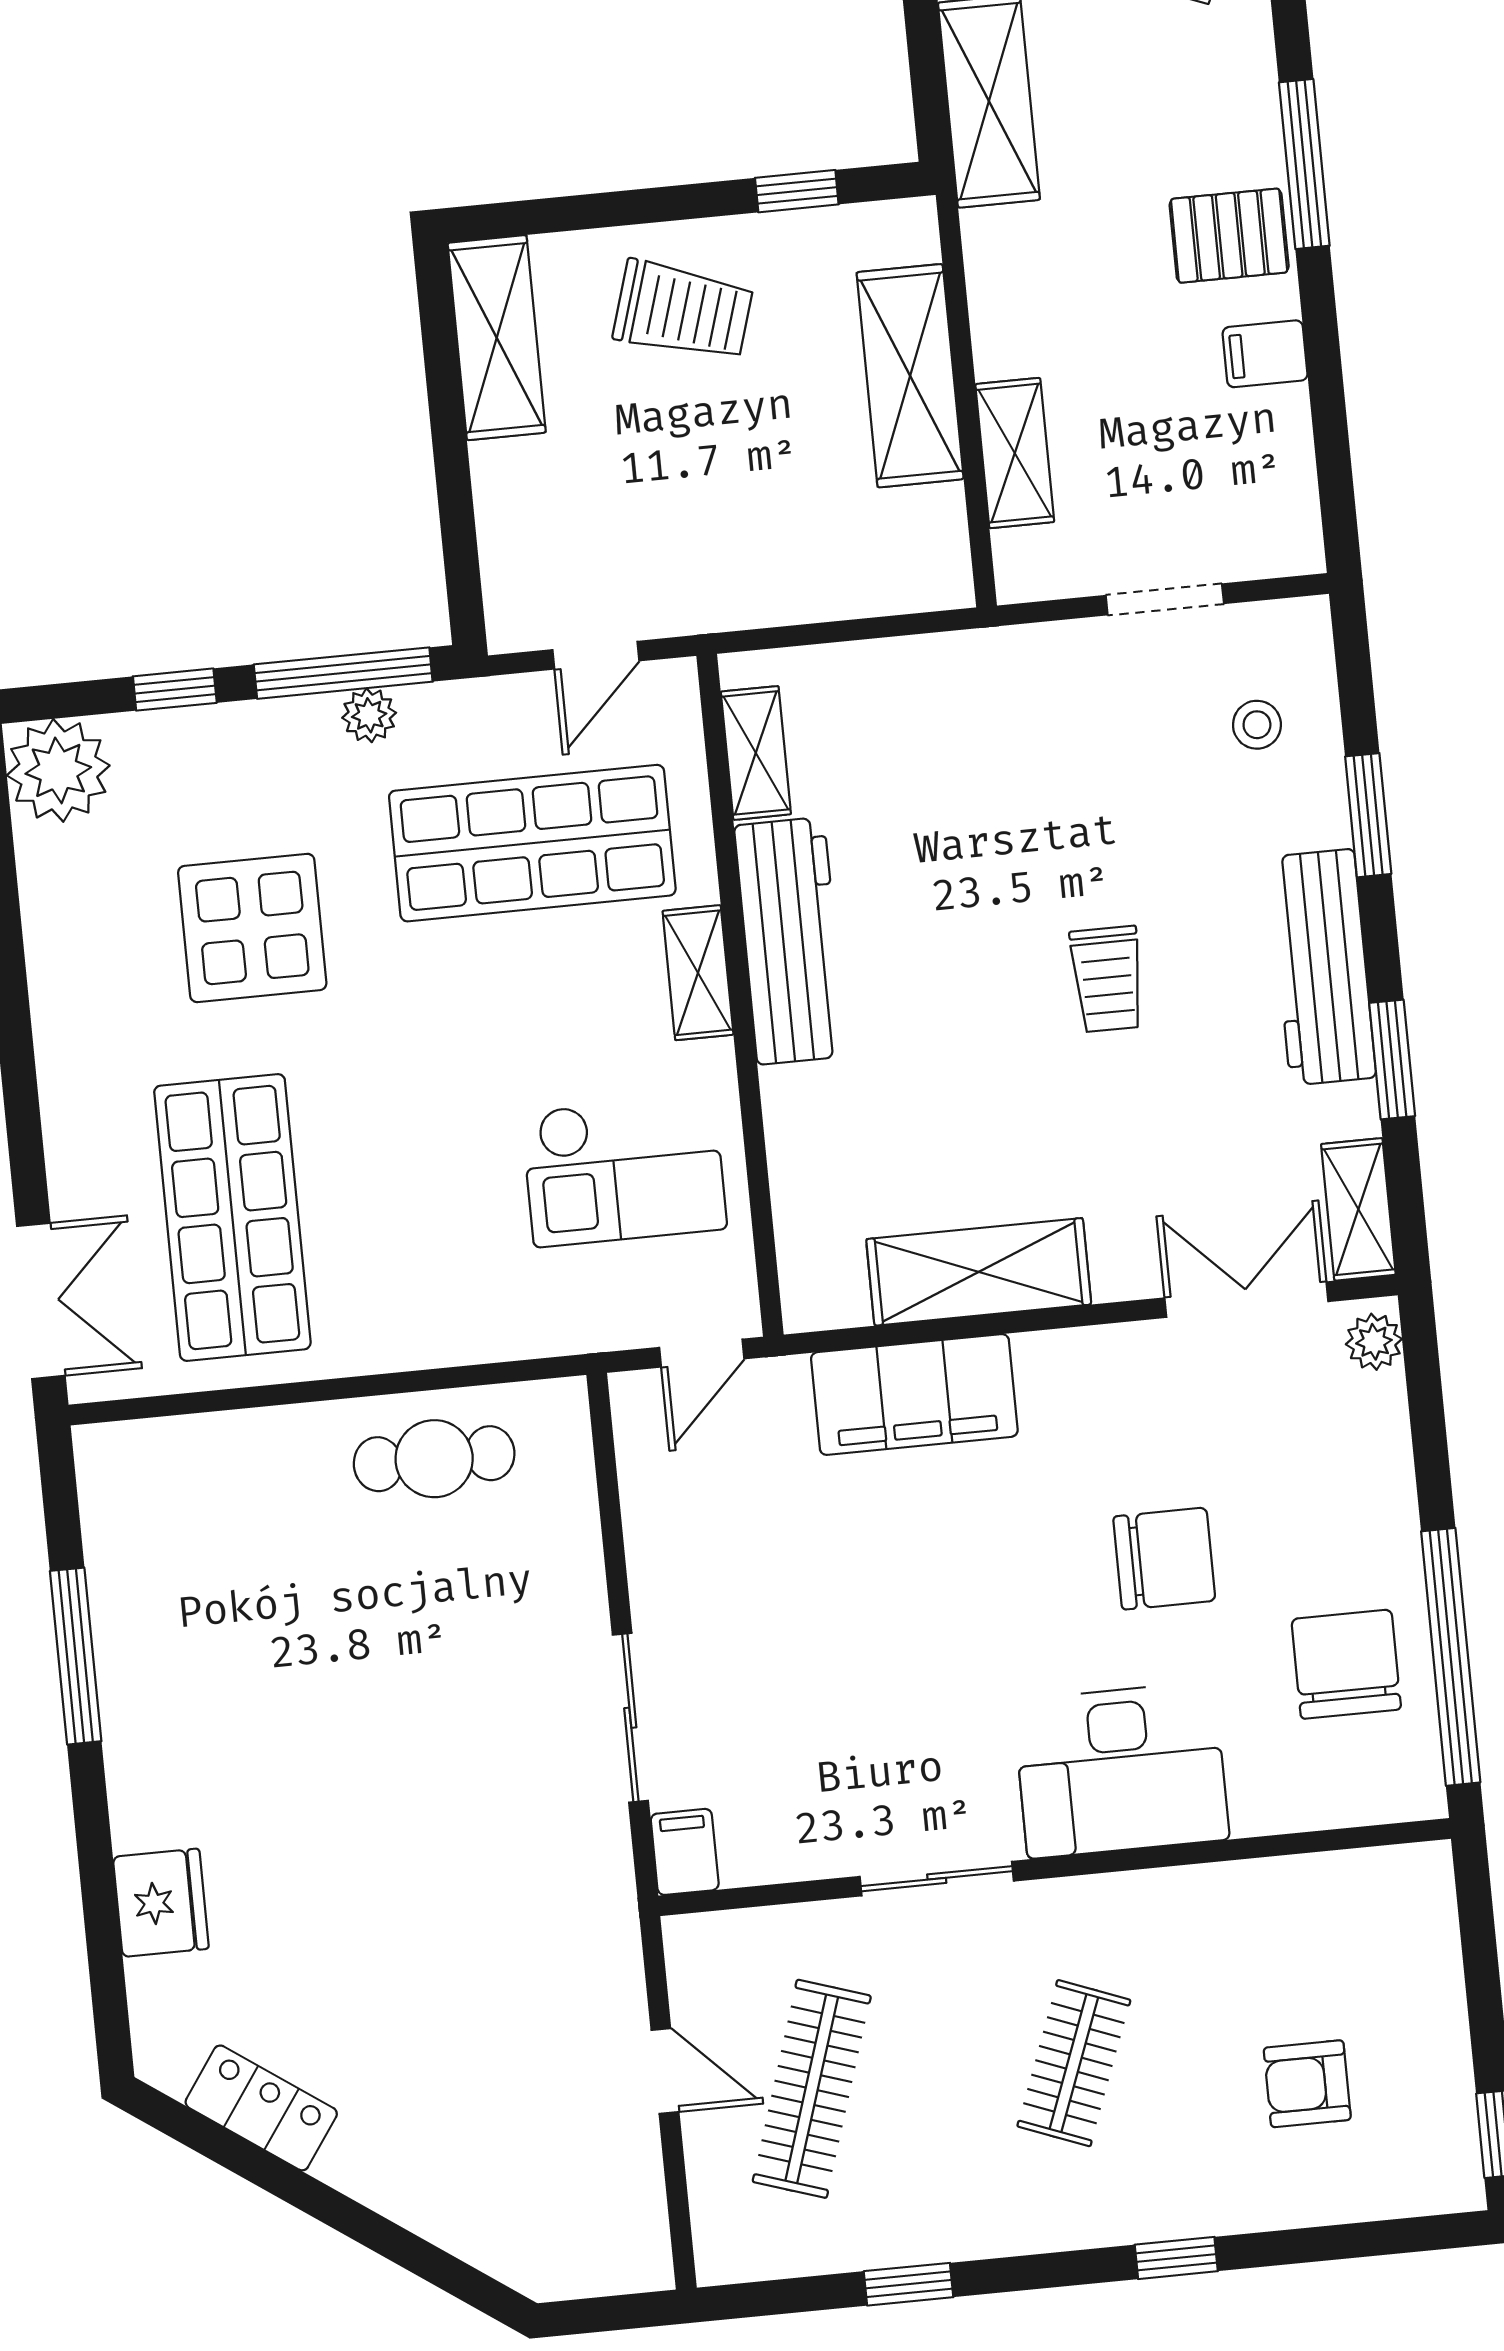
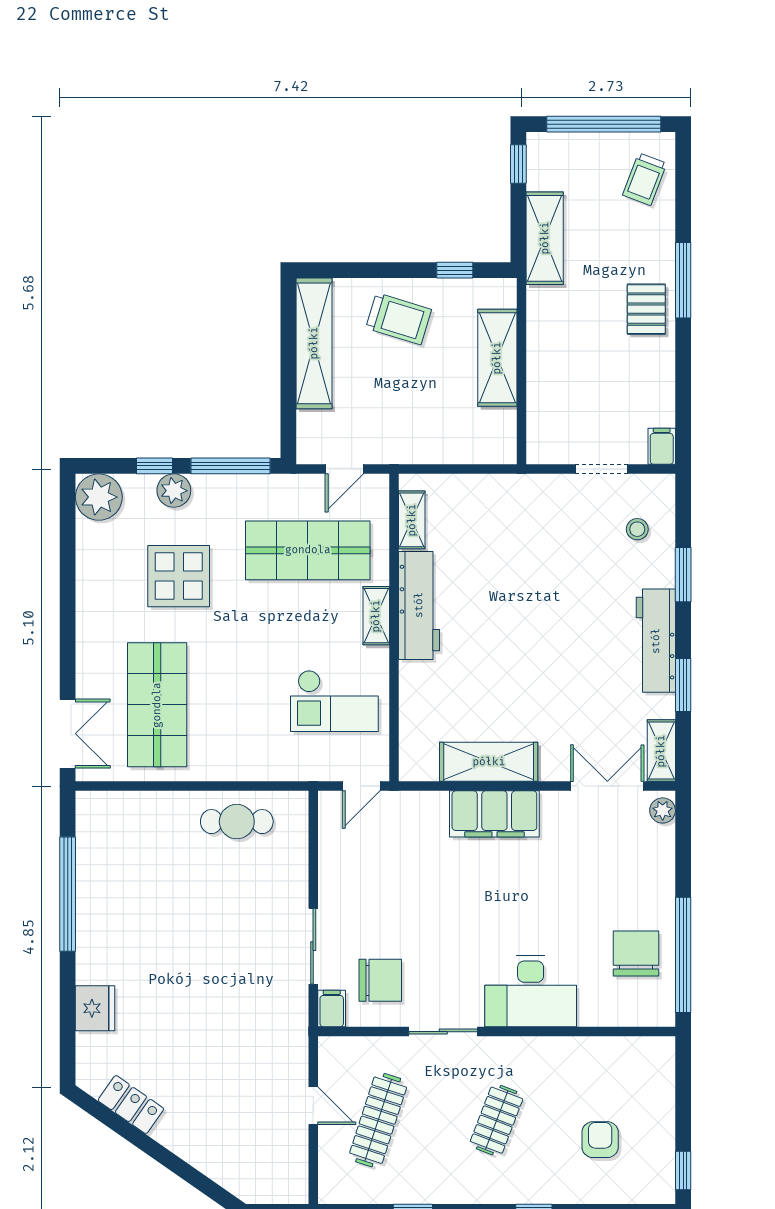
pallet: (1229, 236) -> (646, 309), turned 90
shelving: (497, 338) -> (314, 343), width x1.47
filing cabinet: (1265, 354) -> (662, 446), moved, turned 90
shelving: (1015, 453) -> (541, 397), removed
plant: (369, 715) -> (174, 491), moved, width x1.38, depth x1.38
trolley: (1107, 979) -> (559, 636), removed
filing cabinet: (914, 1395) -> (494, 814), moved
chair: (1164, 1559) -> (380, 980), moved
window: (76, 1656) -> (68, 894), width x1.46
armchair: (1307, 2084) -> (600, 1140), turned 90

